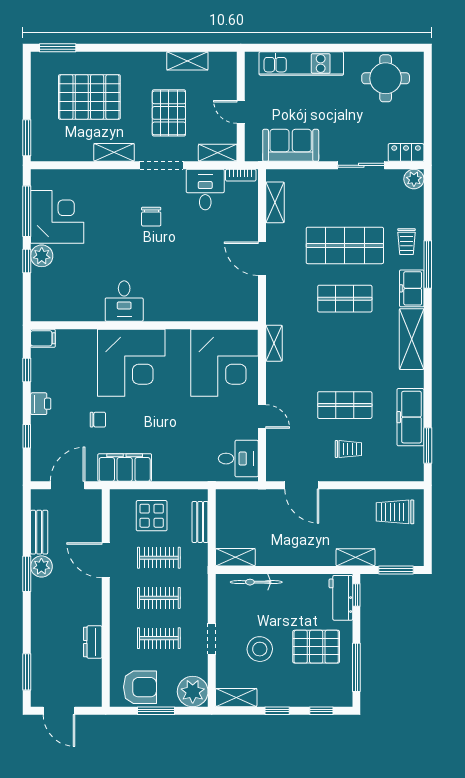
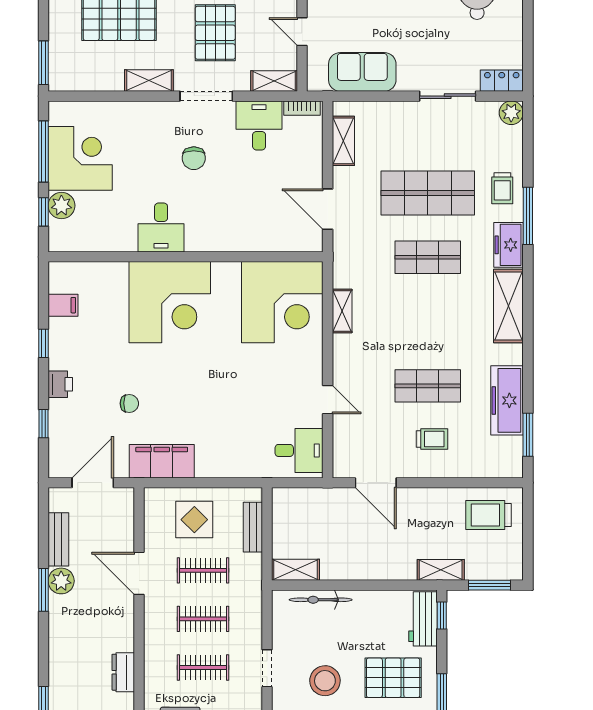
desk: (124, 301) -> (161, 228), moved
wall: (144, 325) -> (186, 257), moved
corner desk: (131, 363) -> (170, 302), moved
corner desk: (224, 363) -> (282, 302), moved

